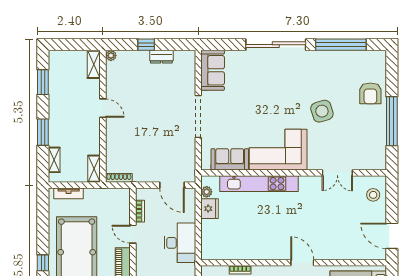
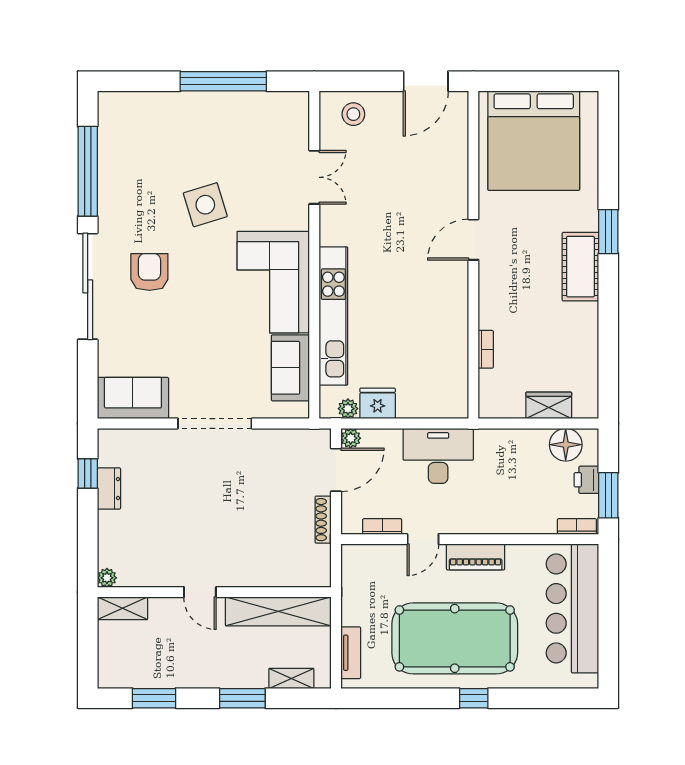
window: (146, 45) -> (88, 473), moved
armchair: (370, 93) -> (149, 272), moved, turned -90
door: (103, 108) -> (200, 592), swing flipped
shelving: (94, 169) -> (278, 611), width x2.20, depth x1.33
shoe rack: (119, 178) -> (323, 520), moved
plant: (190, 193) -> (351, 438), added

